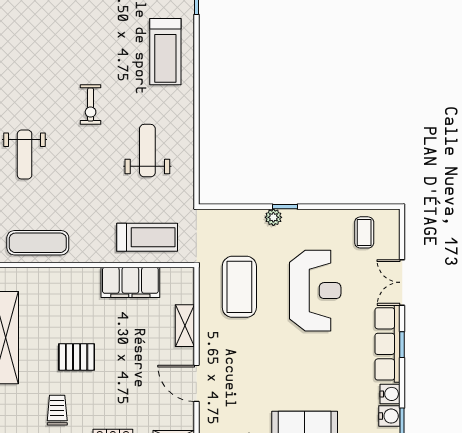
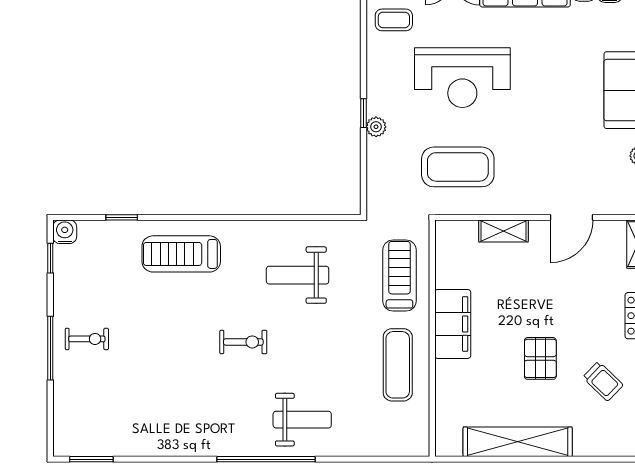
treadmill: (165, 52) -> (181, 254), turned 180
exercise mat: (38, 243) -> (398, 365), moved
filing cabinet: (130, 282) -> (453, 324), moved
reception desk: (315, 291) -> (462, 78), turned 180
trolley: (57, 410) -> (603, 381), turned -136

